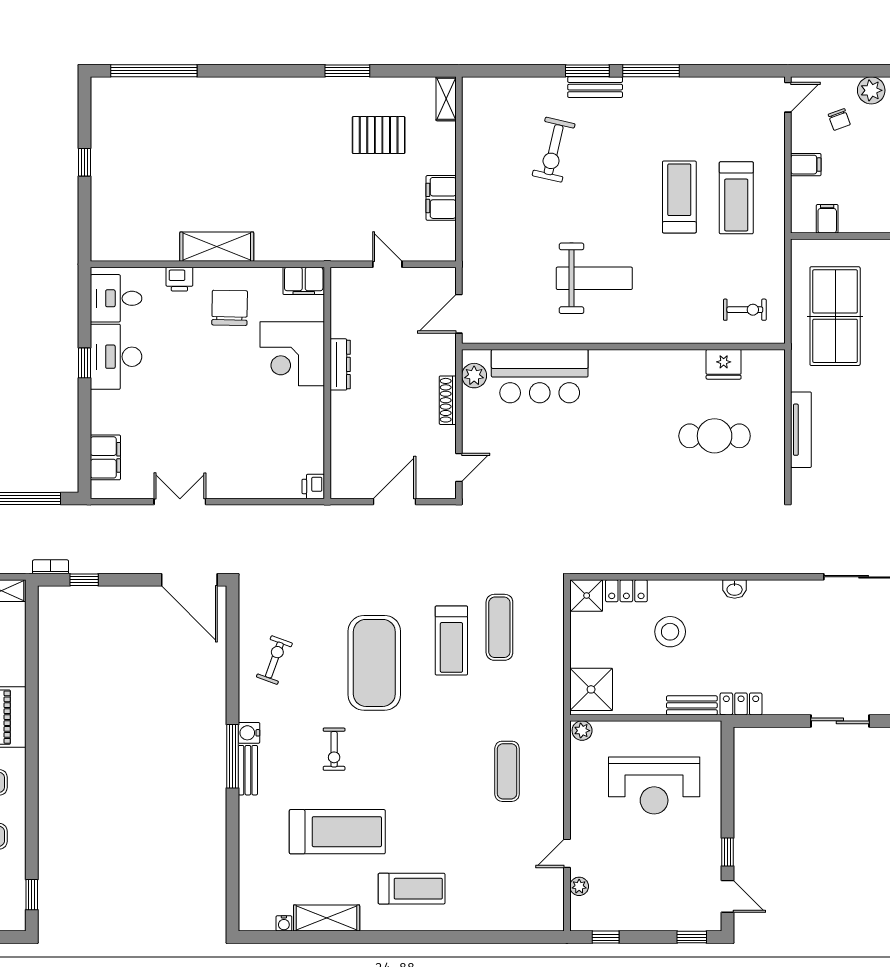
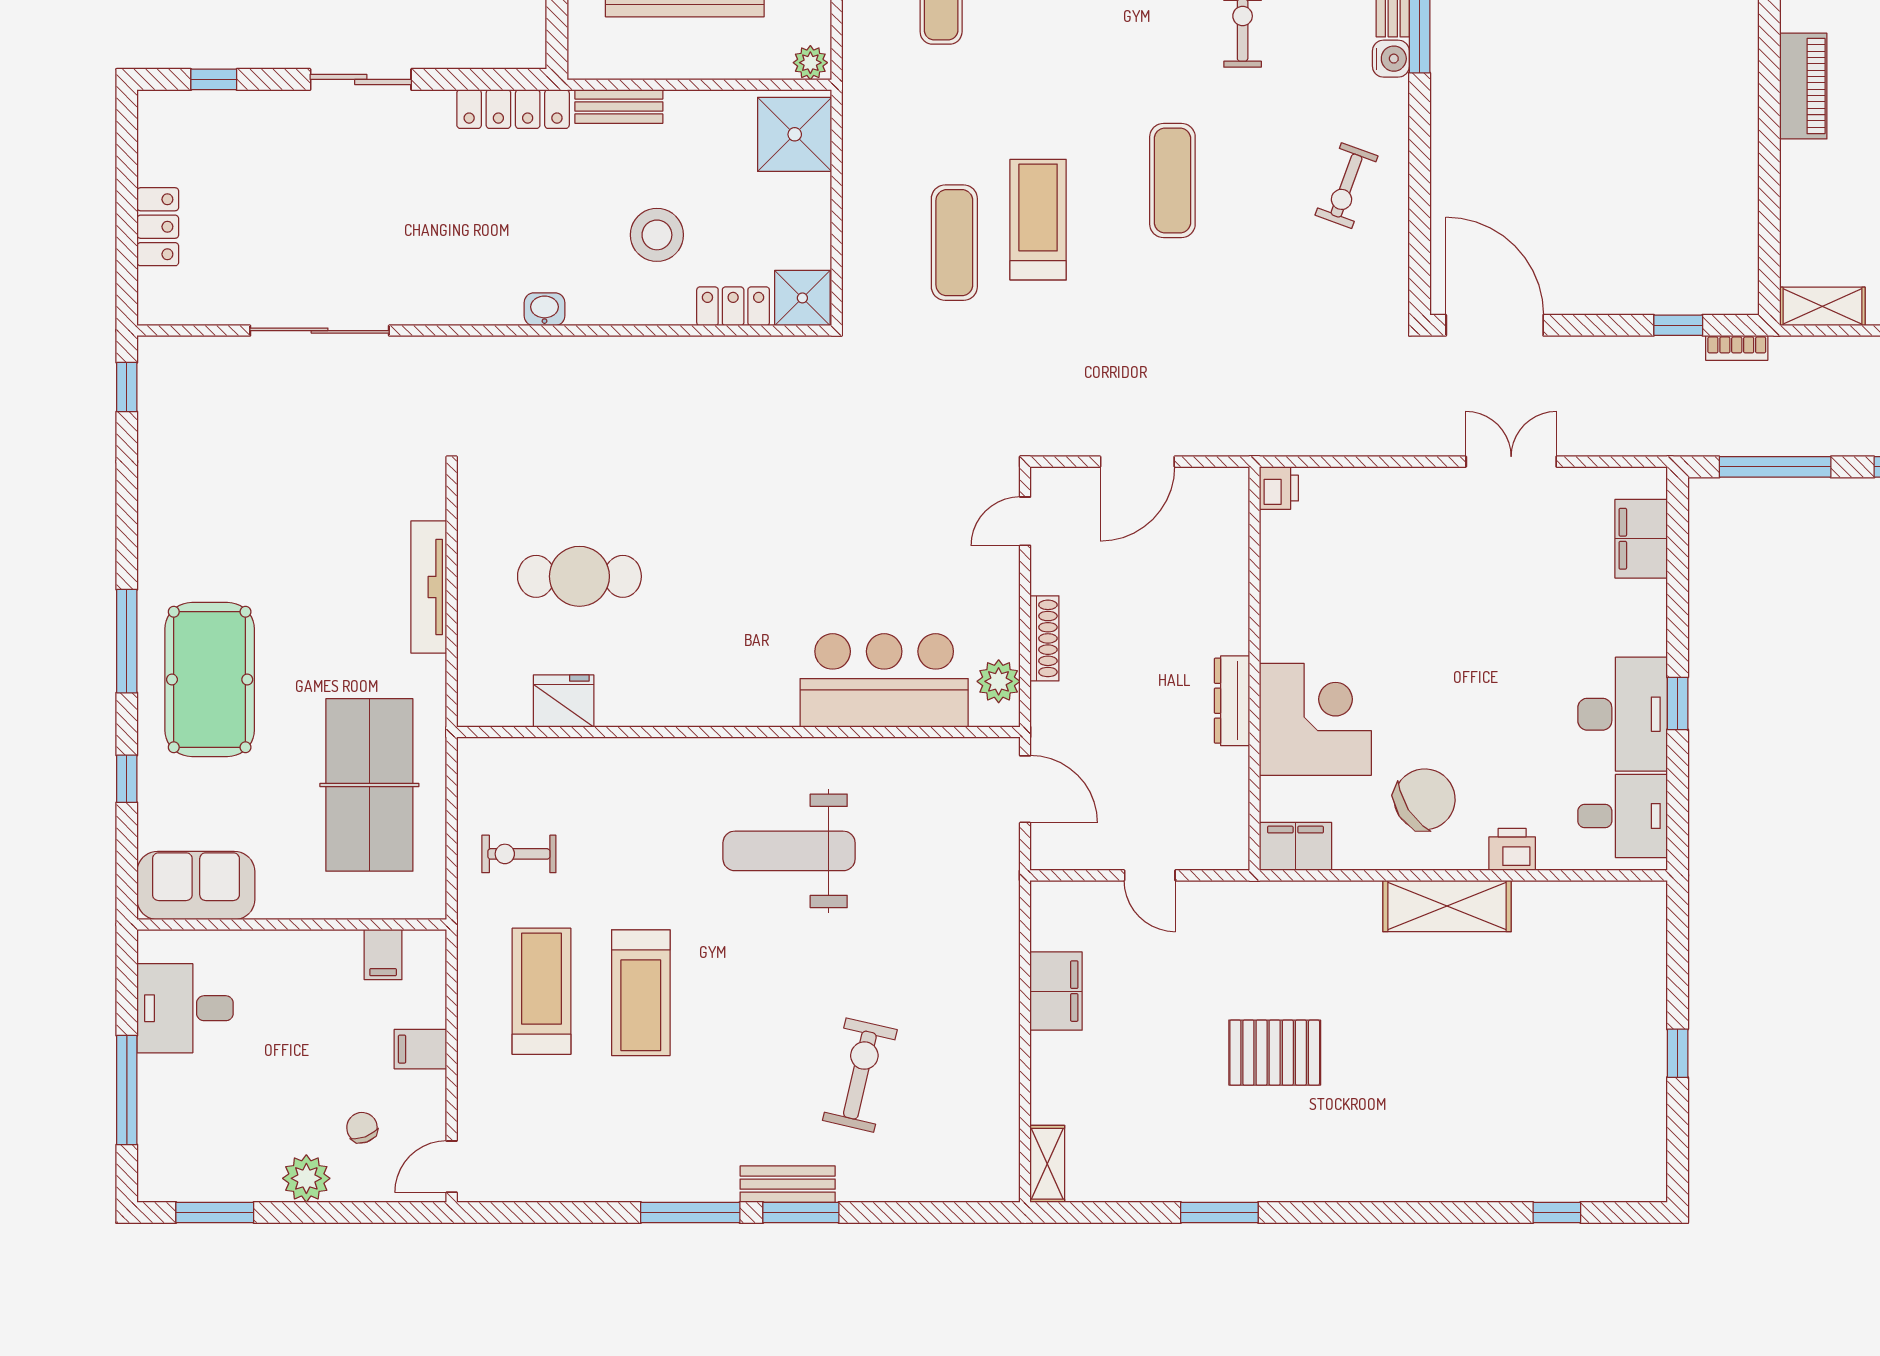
window: (154, 71) -> (1557, 1213), width x0.32
pallet: (379, 135) -> (1275, 1053), moved
chair: (230, 308) -> (1425, 799), turned -124
exercise bike: (745, 310) -> (519, 854), moved
door: (459, 314) -> (1025, 789), hinge flipped
double door: (180, 502) -> (1511, 462), swing flipped
exercise mat: (374, 663) -> (1172, 181), width x0.50, depth x0.69
locker: (741, 704) -> (513, 109), width x1.53

